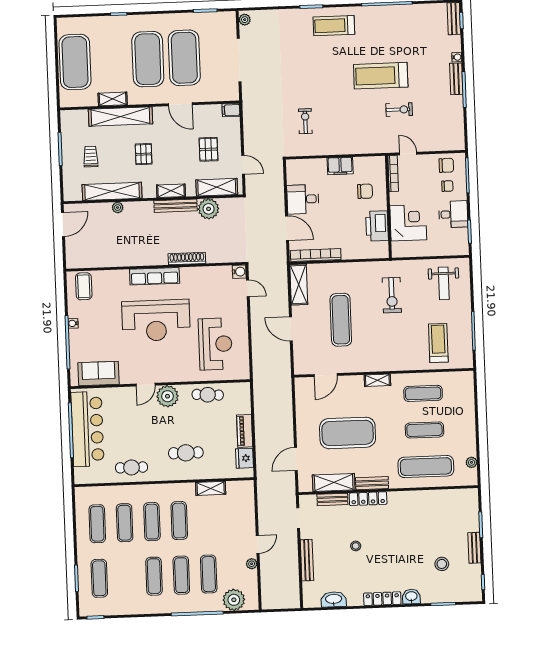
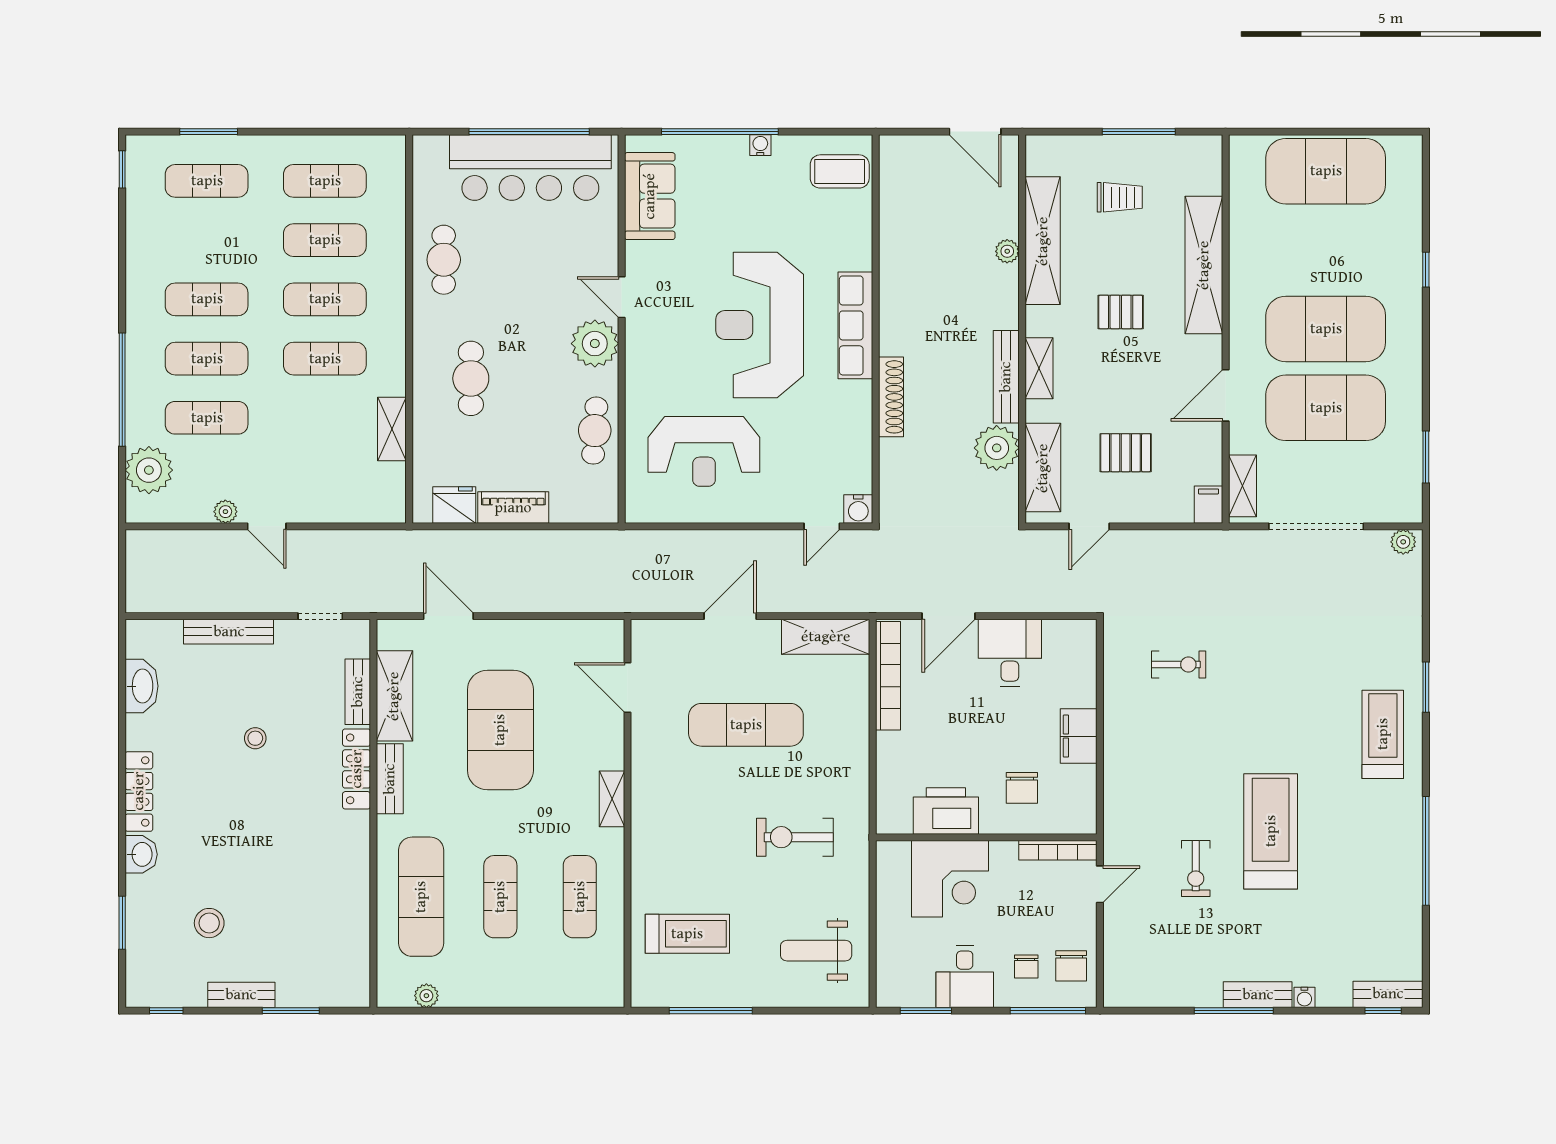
shelving: (113, 99) -> (1242, 486), moved

